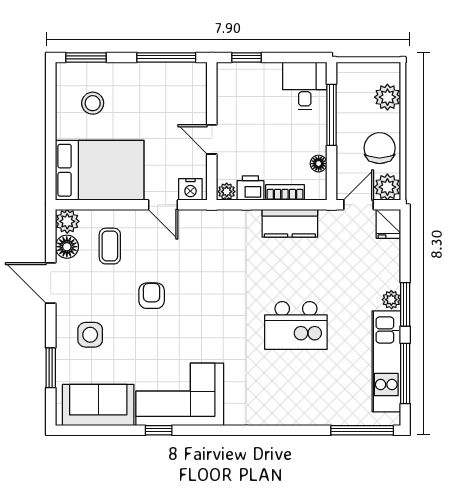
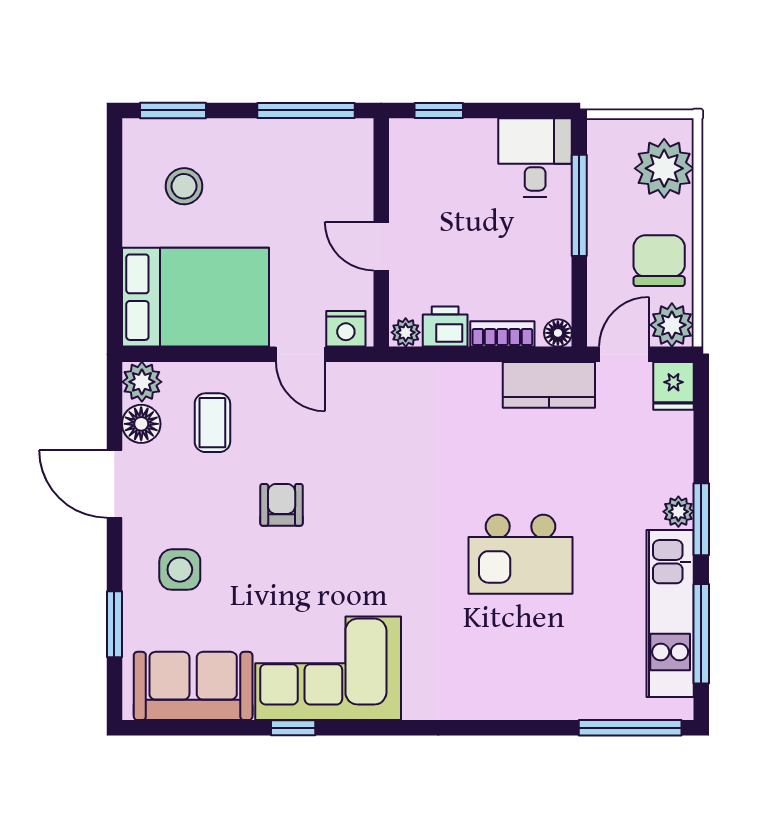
plant: (387, 97) -> (664, 168), width x1.36, depth x1.36
floor lamp: (319, 164) -> (558, 333), moved
kitchen counter: (290, 223) -> (549, 385), moved

